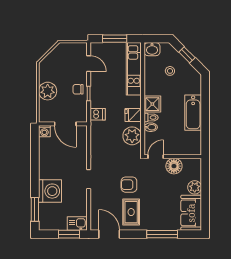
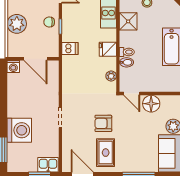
shower: (152, 104) -> (128, 21), moved
plant: (132, 136) -> (111, 76), width x0.53, depth x0.53
door: (156, 157) -> (132, 94), swing flipped

